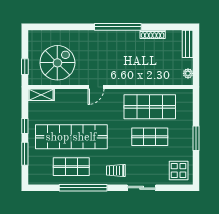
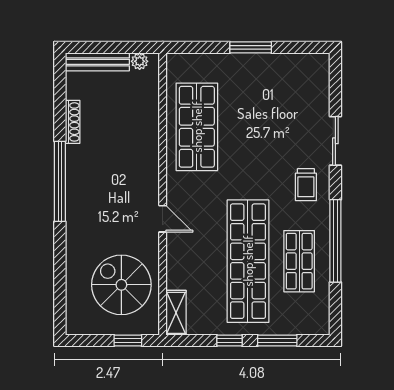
bench: (188, 44) -> (97, 62), width x1.36
shop shelf: (150, 137) -> (248, 127), removed
display table: (179, 170) -> (306, 77), removed

